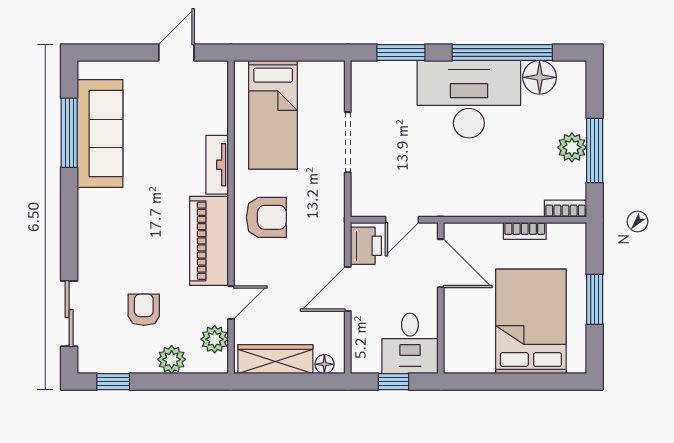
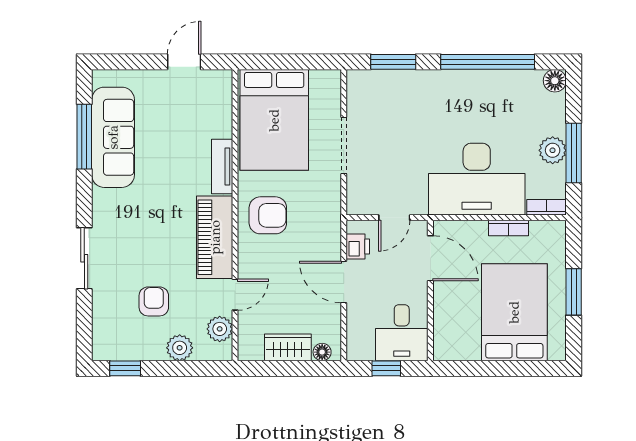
floor lamp: (540, 77) -> (555, 81), moved, width x0.73, depth x0.73
desk: (469, 99) -> (477, 179), moved, turned 180
bed: (273, 115) -> (274, 120), width x1.50
printer: (366, 246) -> (358, 247), width x0.73, depth x0.81
door: (348, 289) -> (344, 282), hinge flipped
sliding door: (69, 314) -> (84, 258), moved
wardrobe: (275, 359) -> (288, 347), width x0.67

